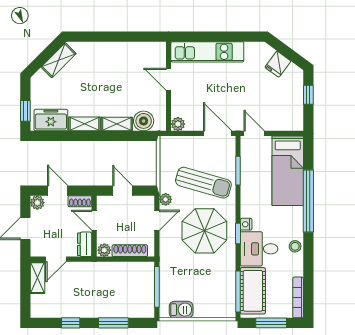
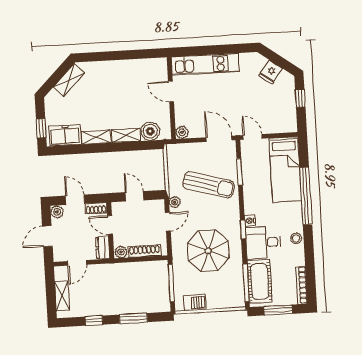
parasol: (204, 231) -> (208, 251), moved
shelving: (38, 278) -> (62, 296), moved

